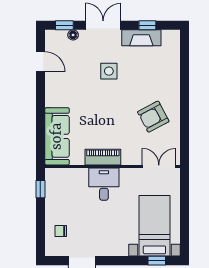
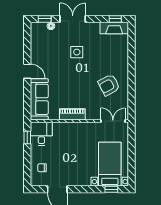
window: (147, 25) -> (115, 19), moved
fireplace: (141, 38) -> (114, 28), moved
door: (40, 62) -> (27, 71), moved
desk: (104, 184) -> (41, 134), moved

